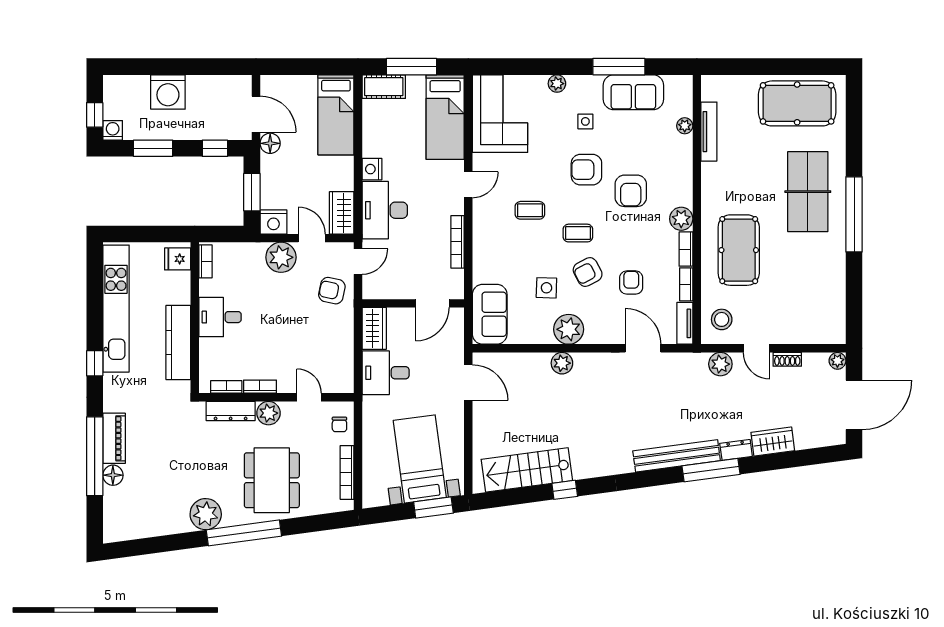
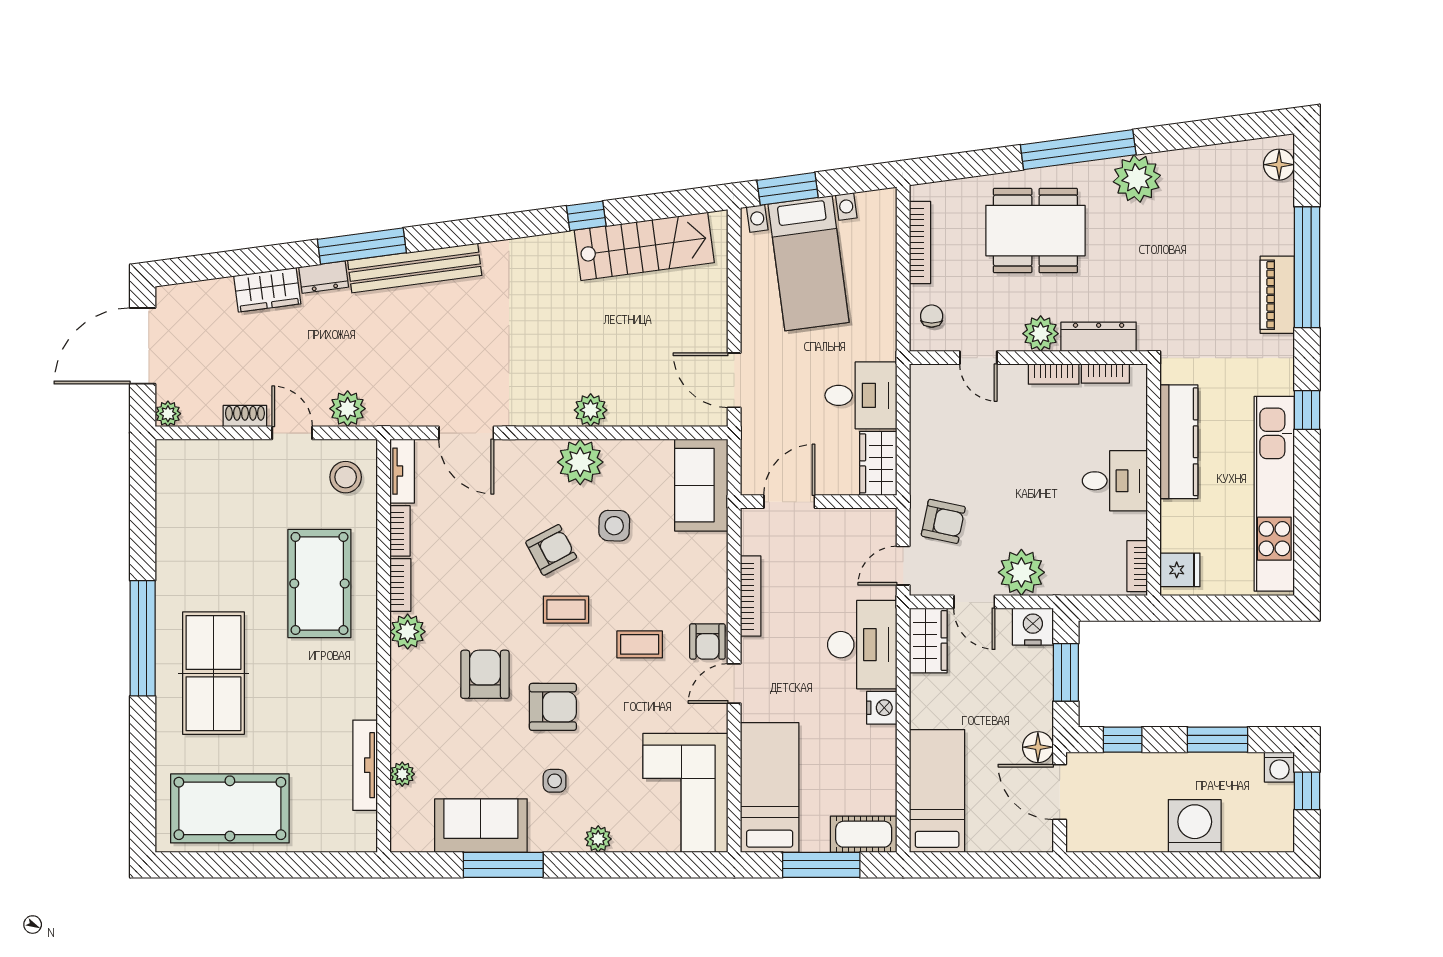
armchair: (631, 283) -> (707, 641), moved
floor lamp: (113, 475) -> (1279, 165), moved
dining table: (272, 480) -> (1035, 231), turned 90

